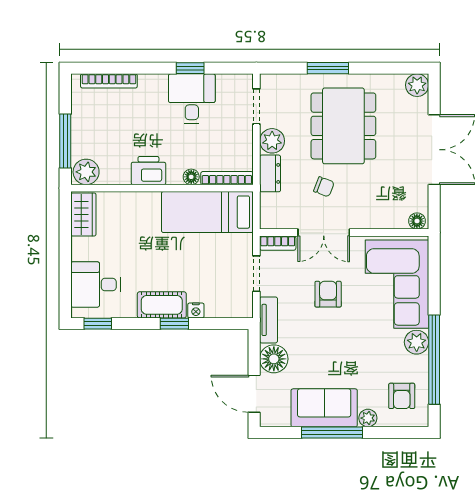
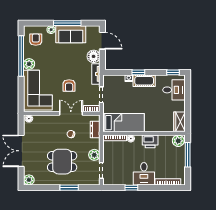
desk: (192, 99) -> (144, 174), moved
dining table: (343, 126) -> (62, 162), width x0.73
dresser: (270, 173) -> (95, 130), moved

